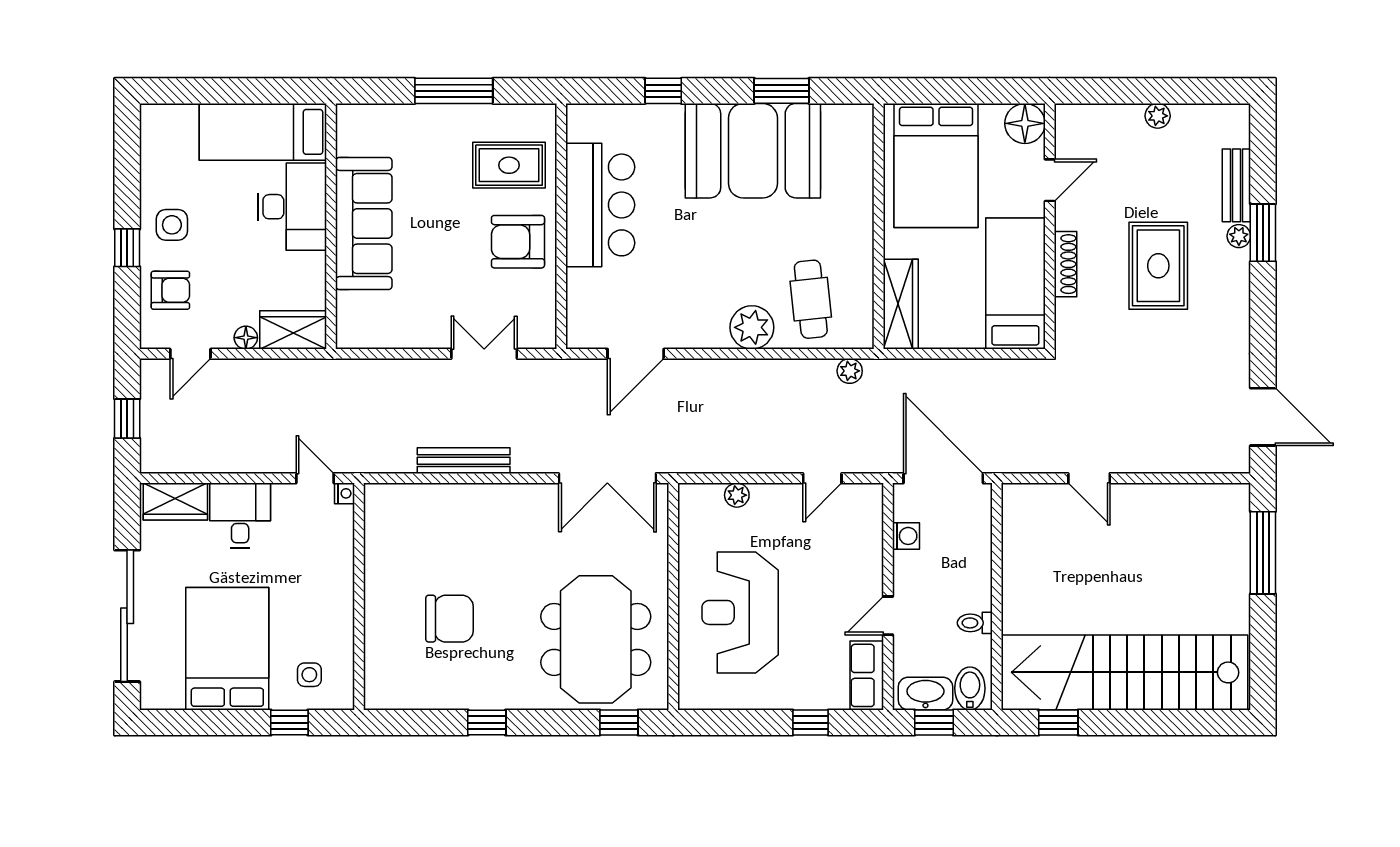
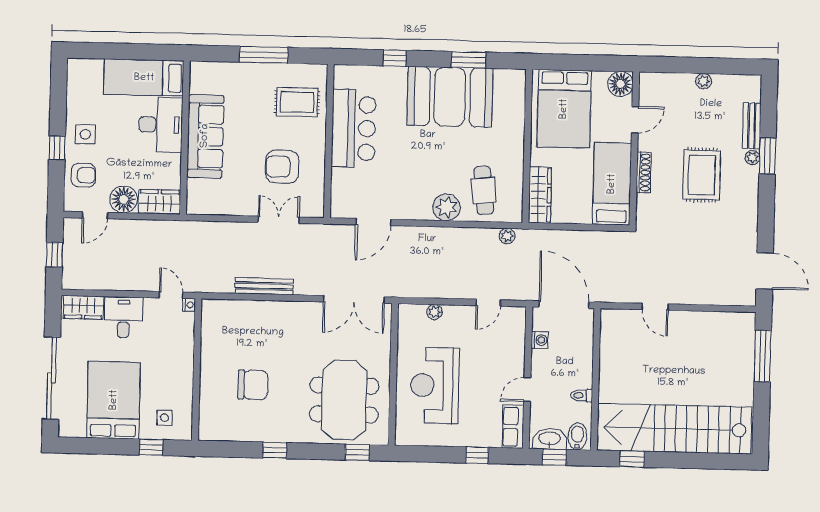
armchair: (518, 242) -> (282, 167), moved
floor lamp: (246, 338) -> (124, 199), width x1.89, depth x1.89

